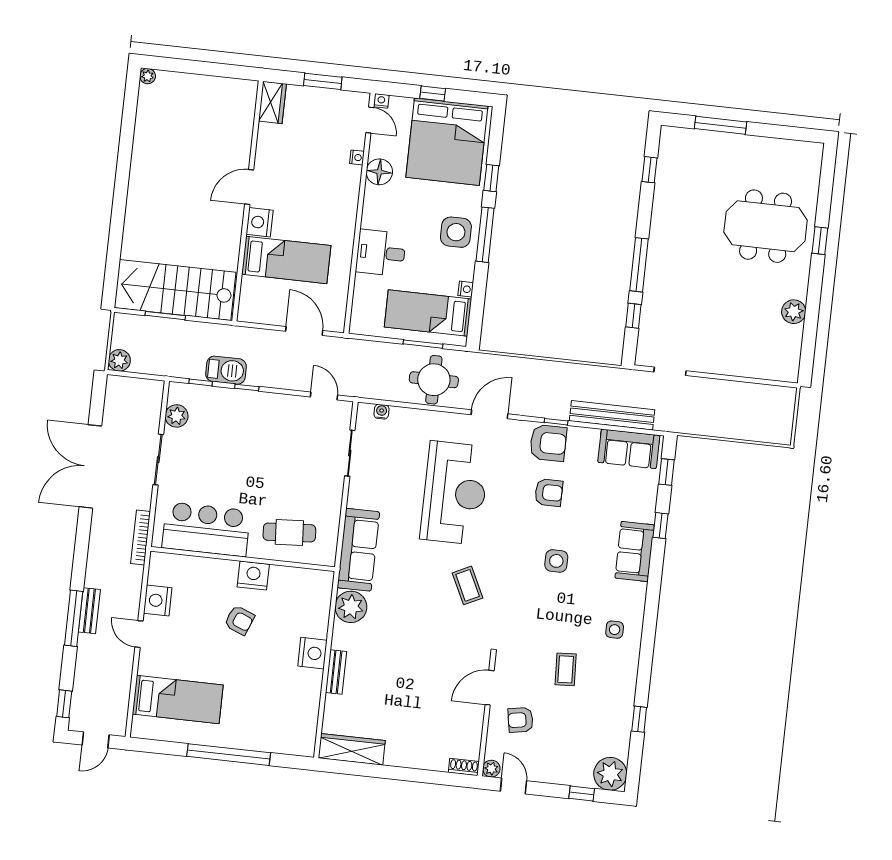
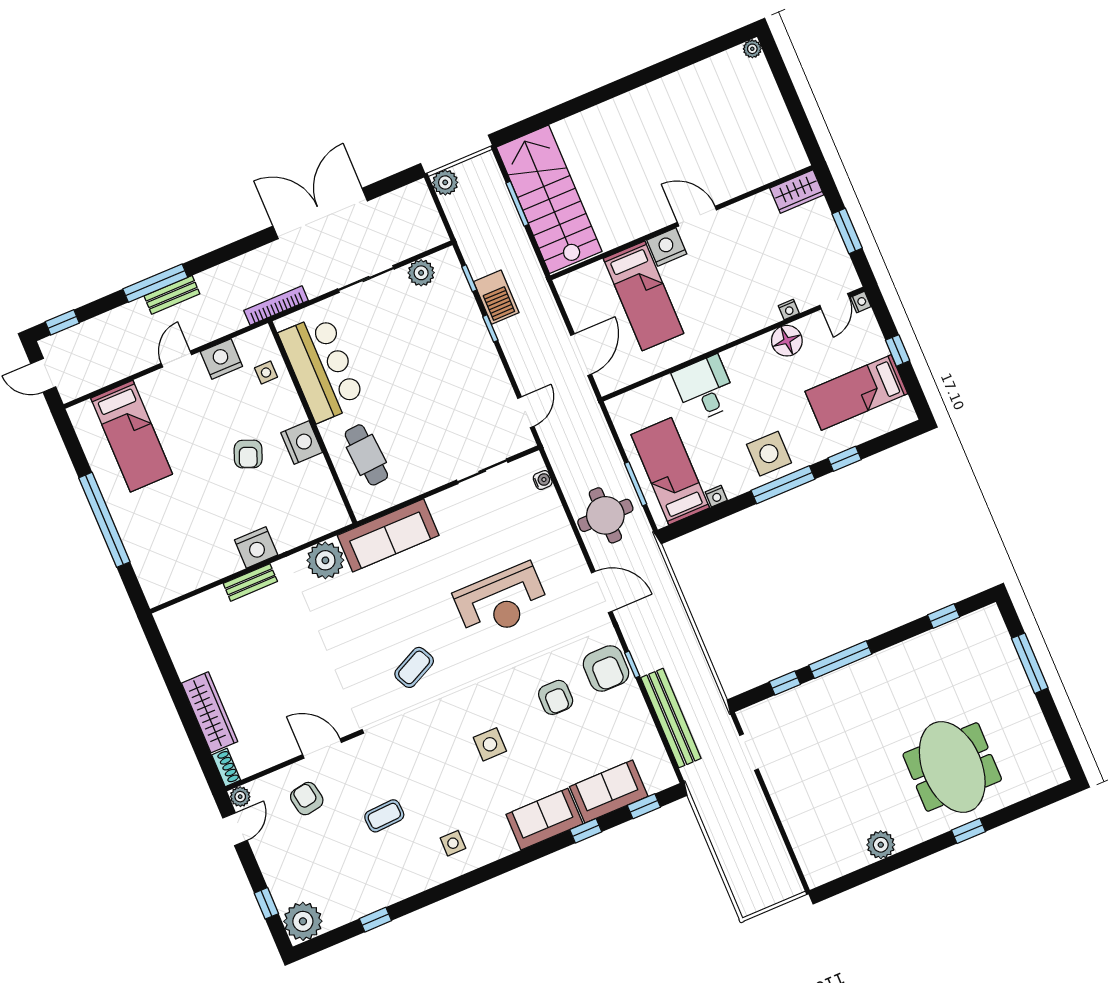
bed: (447, 142) -> (856, 392), width x0.49
sofa: (629, 449) -> (609, 791), moved, turned 90
reception desk: (455, 493) -> (501, 601), width x0.74, depth x0.77
side table: (186, 573) -> (266, 373), added
wardrobe: (352, 749) -> (210, 712), moved

